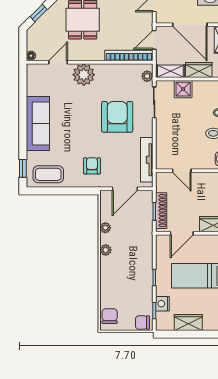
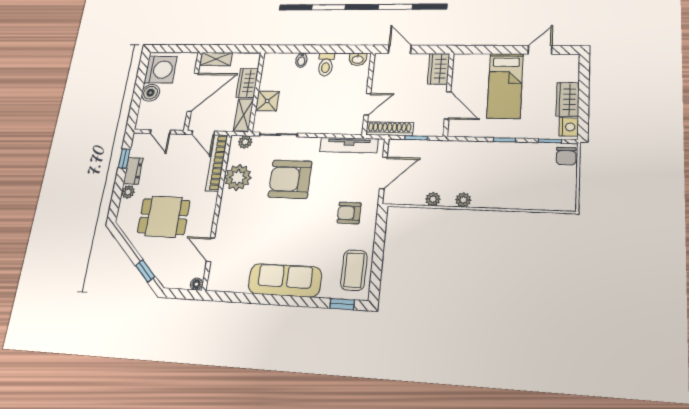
plant: (84, 75) -> (238, 177), moved
door: (125, 189) -> (383, 173), hinge flipped
shoe rack: (161, 211) -> (390, 129), moved
nightstand: (162, 304) -> (569, 127), moved, turned -90
chair: (110, 316) -> (556, 198), removed

